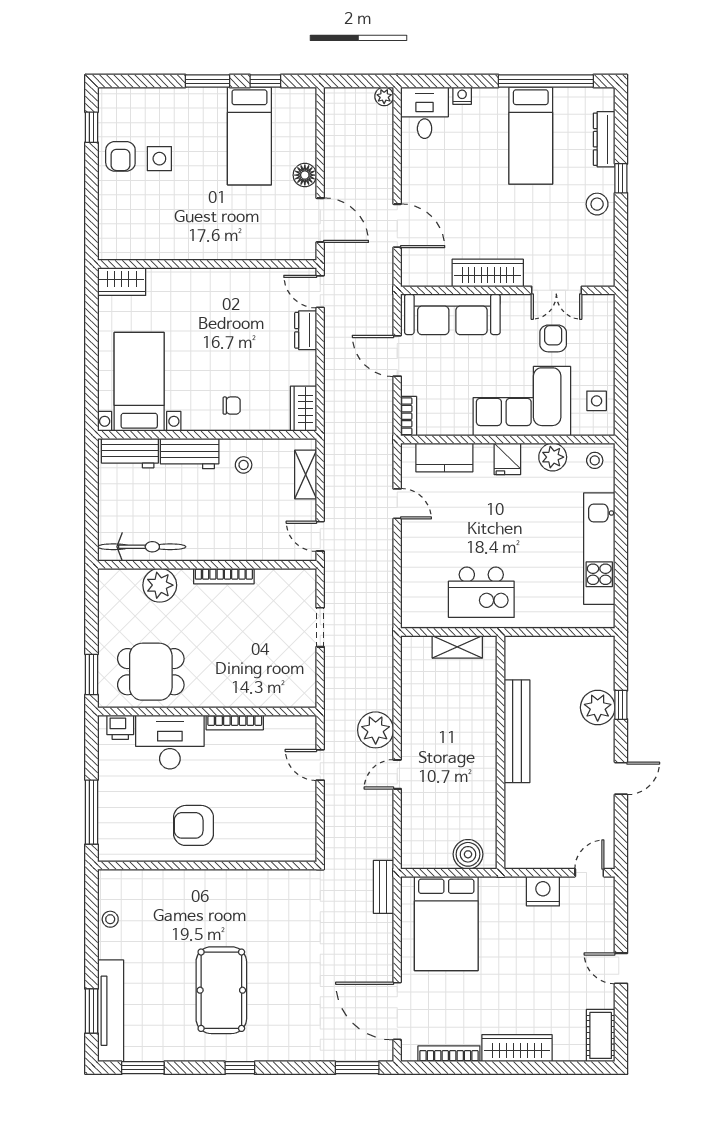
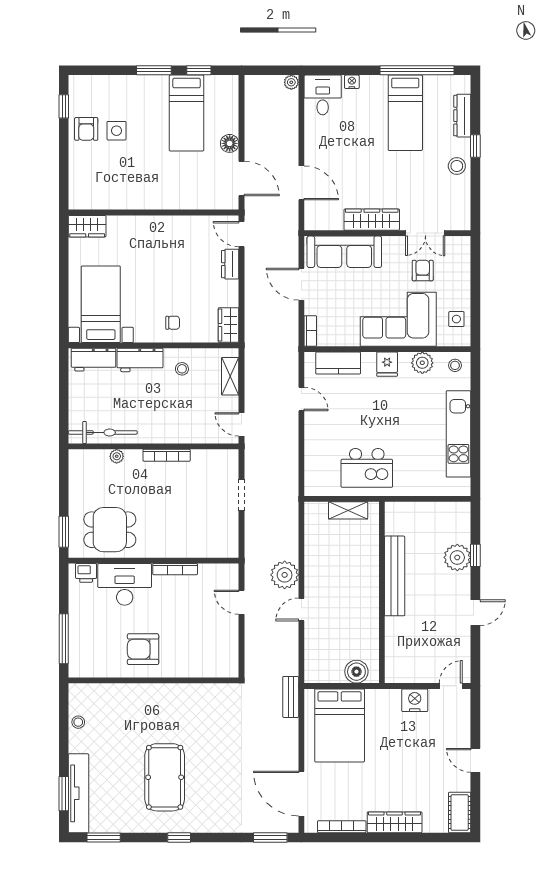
plant: (160, 585) -> (117, 456), width x0.53, depth x0.53

